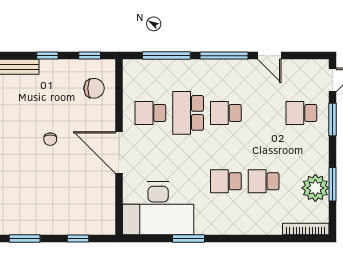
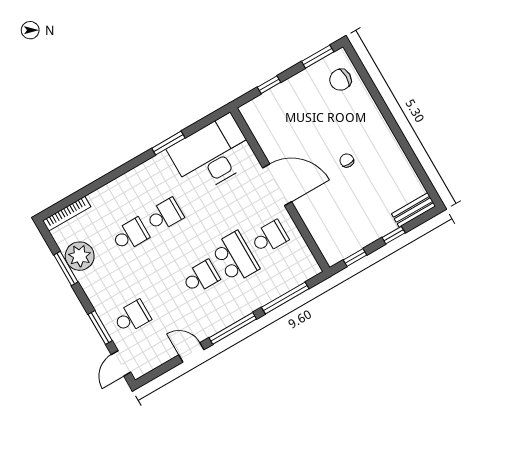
chair: (94, 88) -> (340, 80), moved

